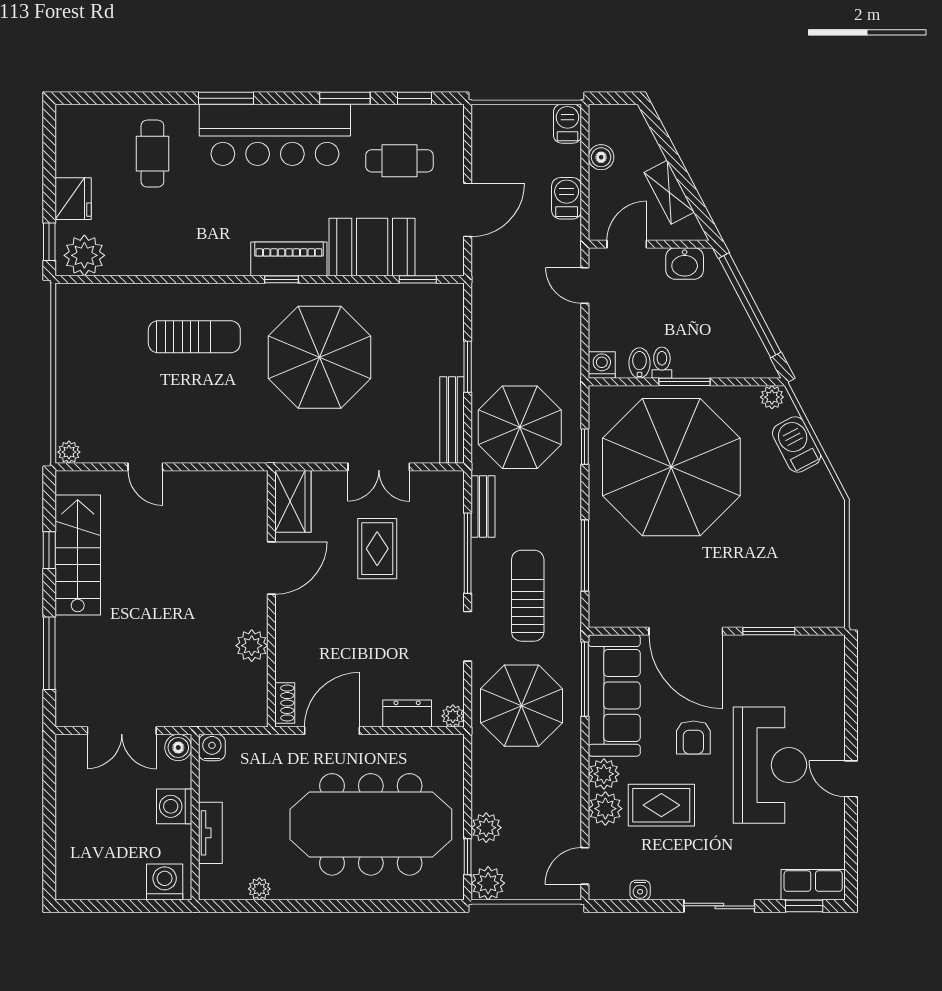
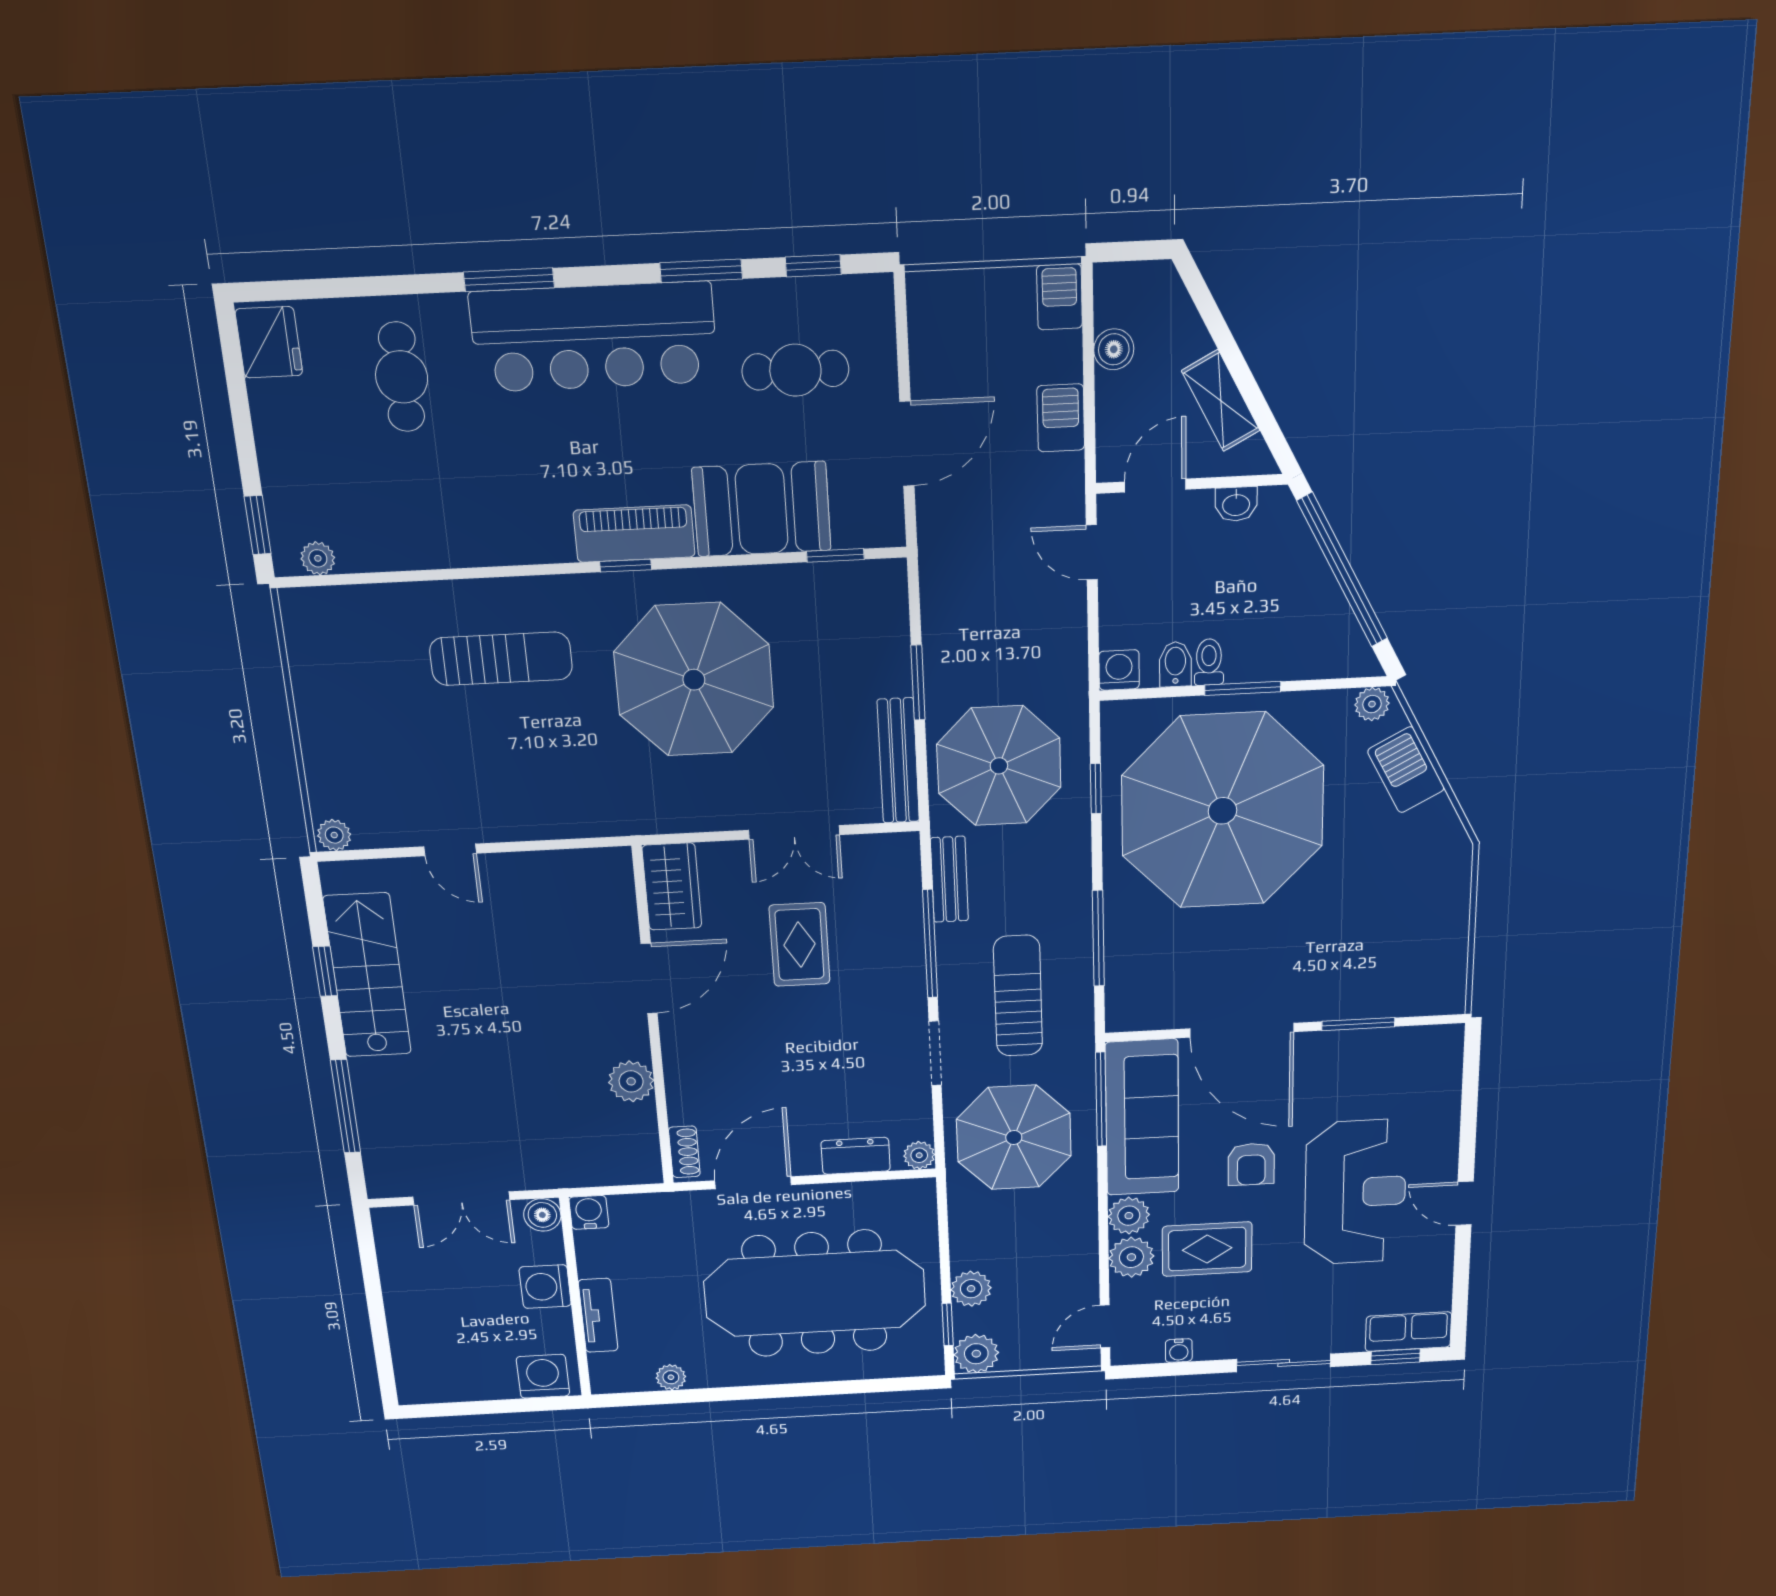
fridge: (73, 199) -> (269, 342), moved
plant: (84, 255) -> (318, 558), width x0.53, depth x0.53
washbasin: (685, 264) -> (1236, 504), width x0.72, depth x0.69

